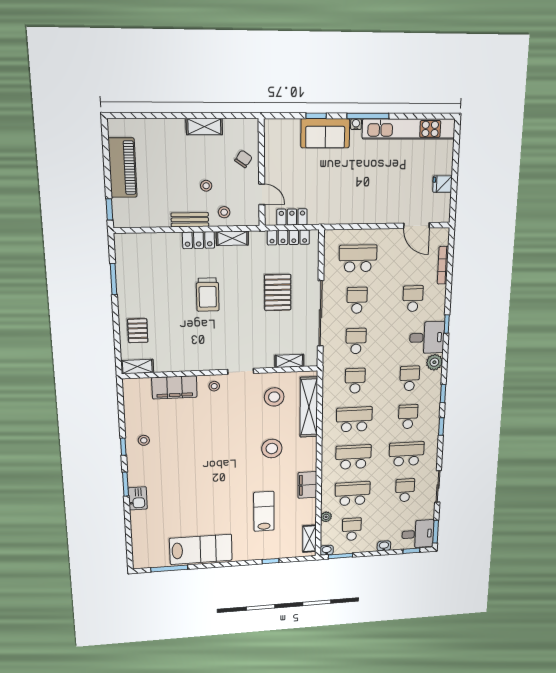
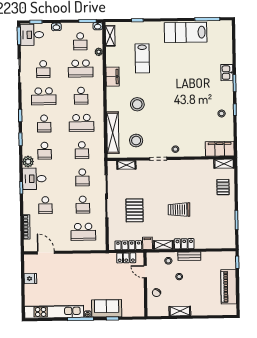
filing cabinet: (258, 241) -> (147, 243), added
trolley: (208, 295) -> (179, 210), turned -90
filing cabinet: (174, 387) -> (220, 149), moved
school desk: (353, 457) -> (81, 96), width x0.54

